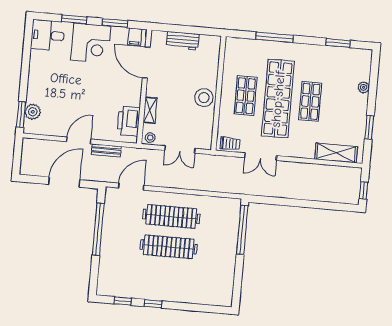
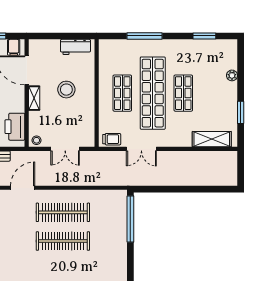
workbench: (183, 41) -> (75, 47), moved
stool: (204, 98) -> (66, 90), moved
shelving: (150, 110) -> (34, 98), moved
window: (364, 191) -> (241, 172), removed

